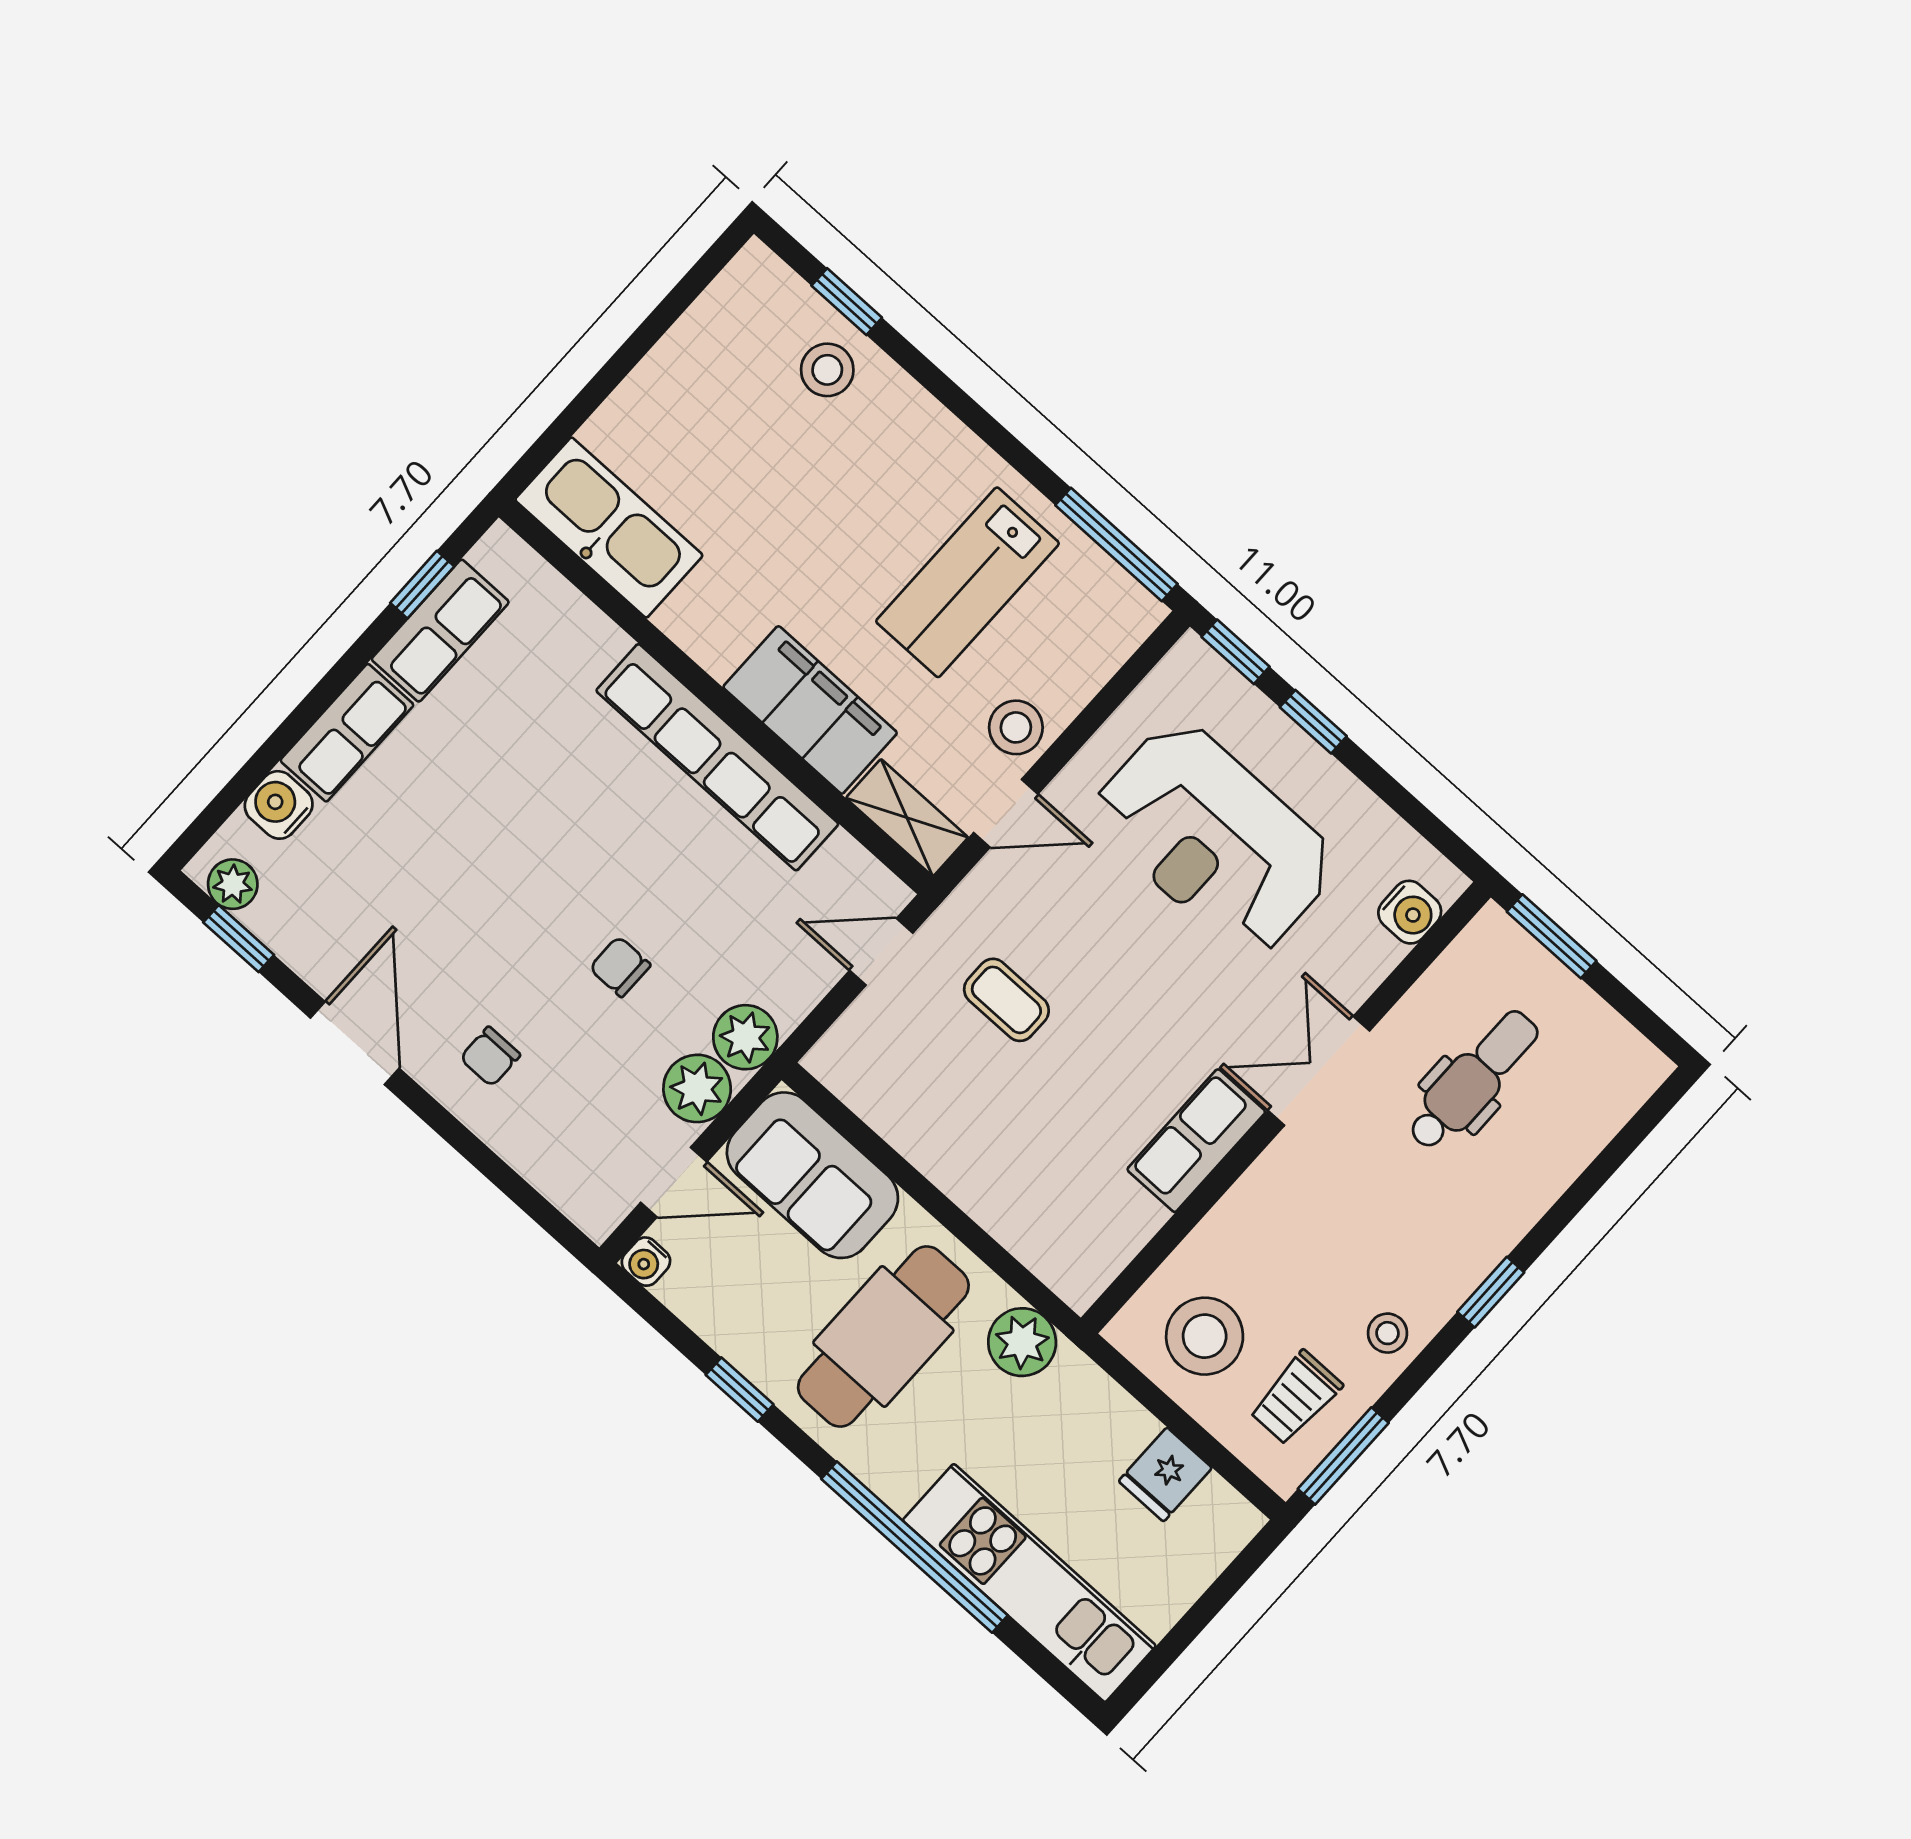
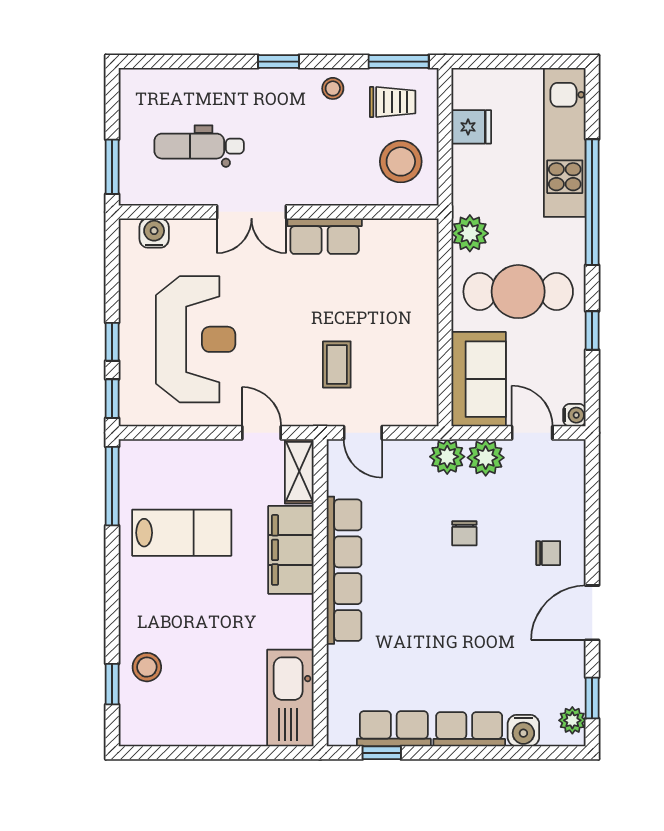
stool: (1016, 727) -> (223, 460), removed

